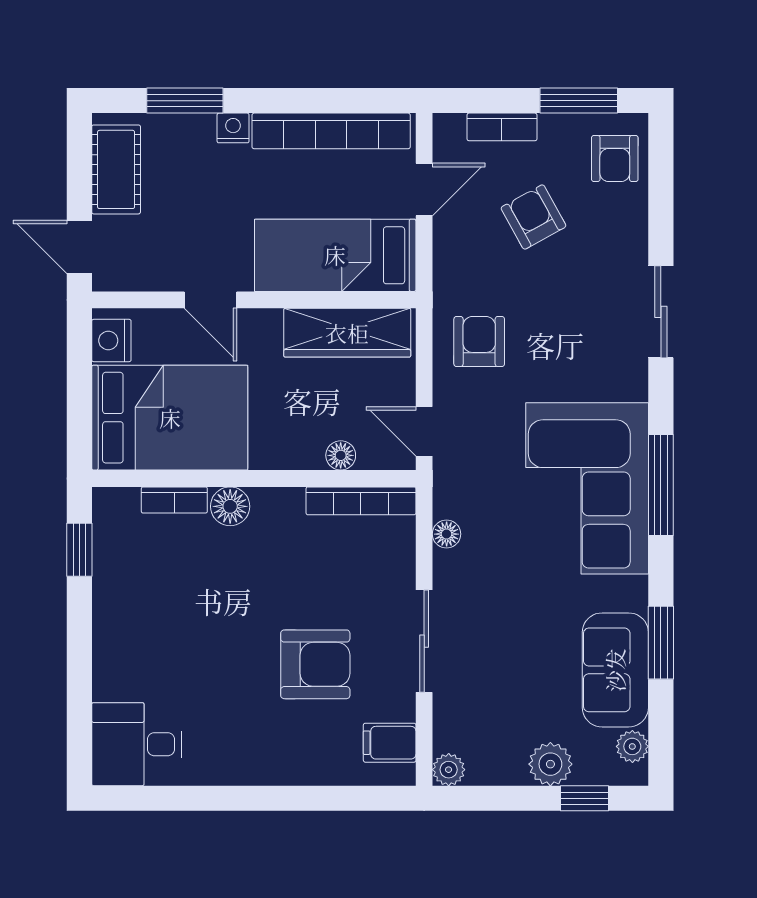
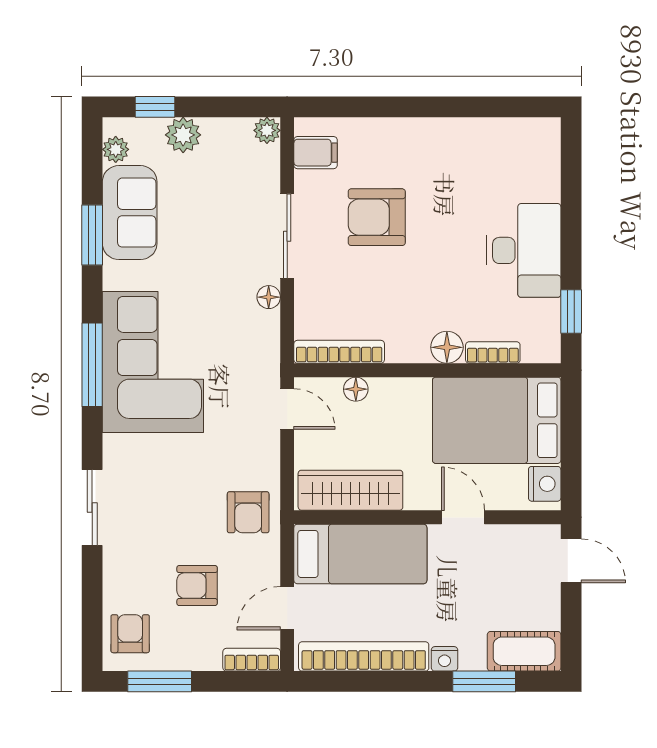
bookcase: (502, 127) -> (252, 660), moved
cot: (116, 169) -> (524, 651), moved, turned 90
armchair: (533, 217) -> (197, 586), turned 119
armchair: (479, 342) -> (248, 512), moved
floor lamp: (447, 534) -> (269, 297), moved
desk: (137, 744) -> (524, 250), moved, width x1.37

